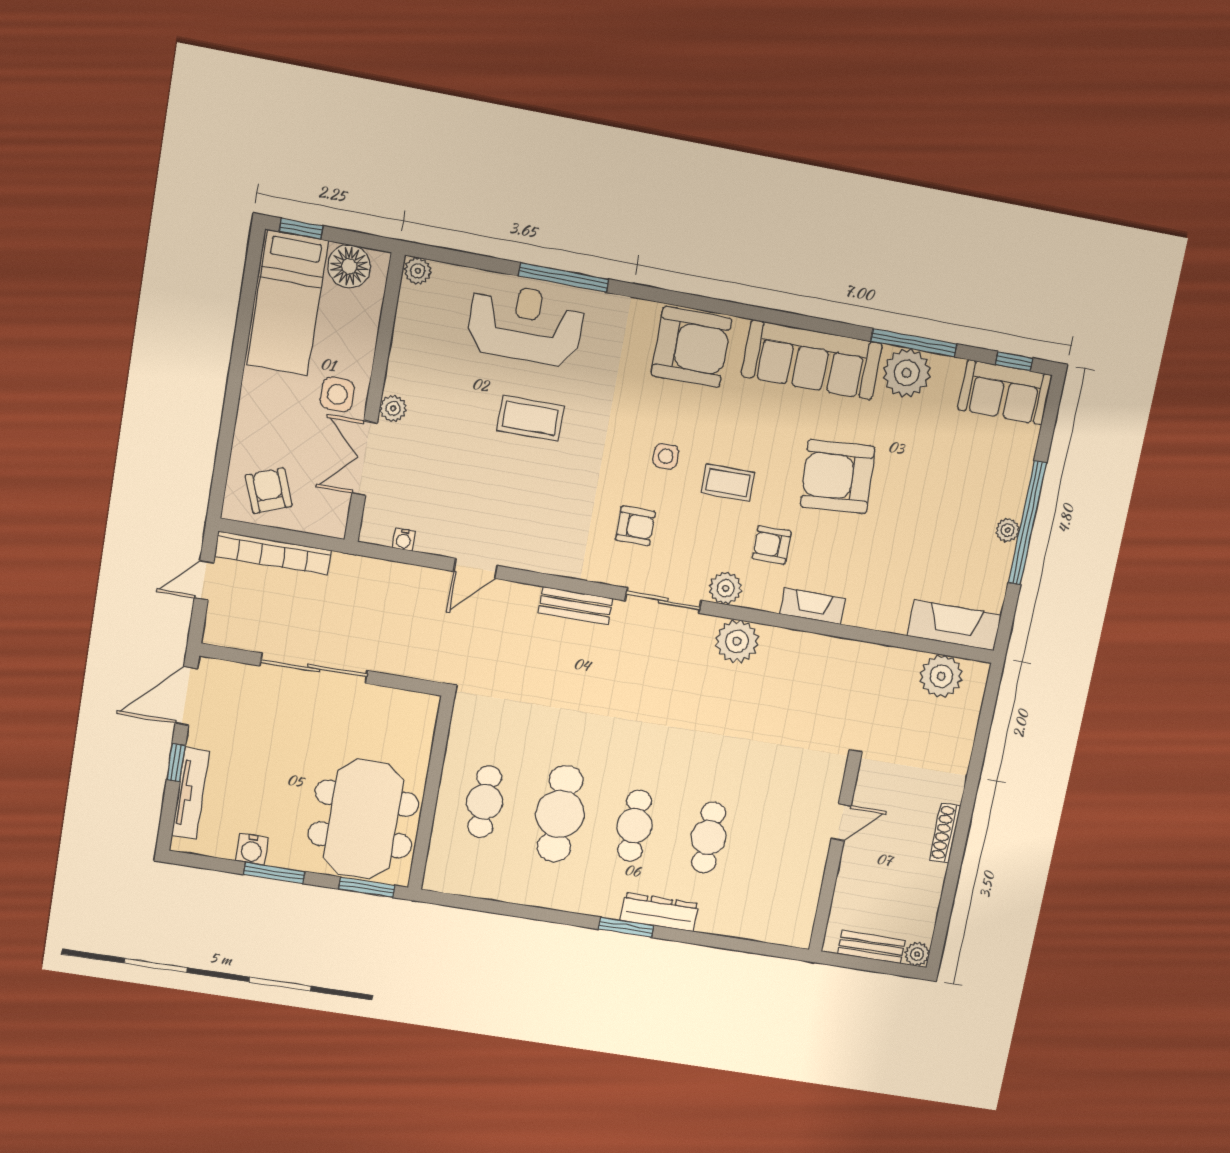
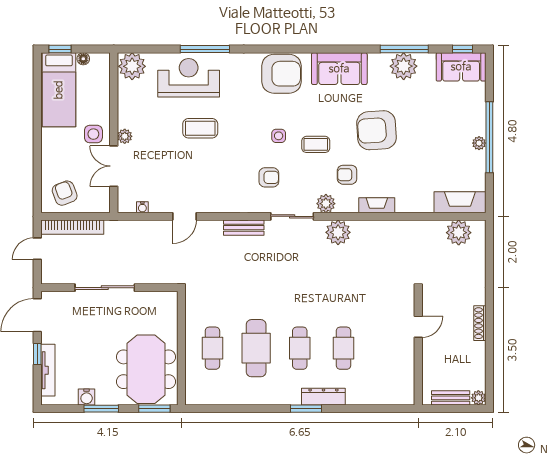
floor lamp: (349, 266) -> (83, 59), width x0.53, depth x0.53
plant: (418, 271) -> (132, 66), width x1.88, depth x1.88
sofa: (812, 360) -> (339, 69), width x0.73

